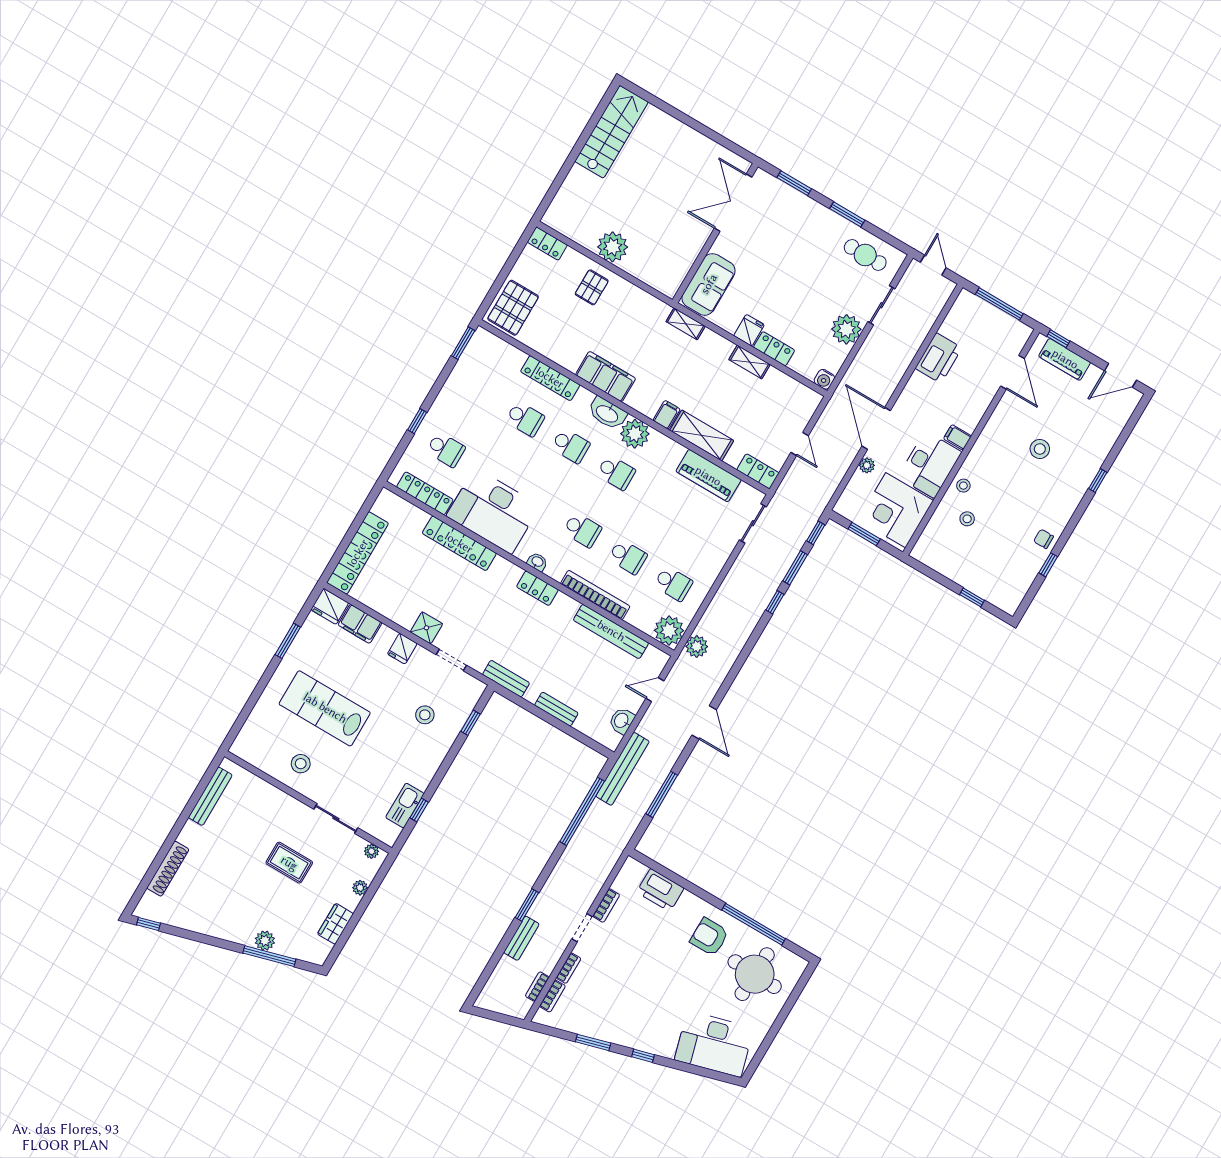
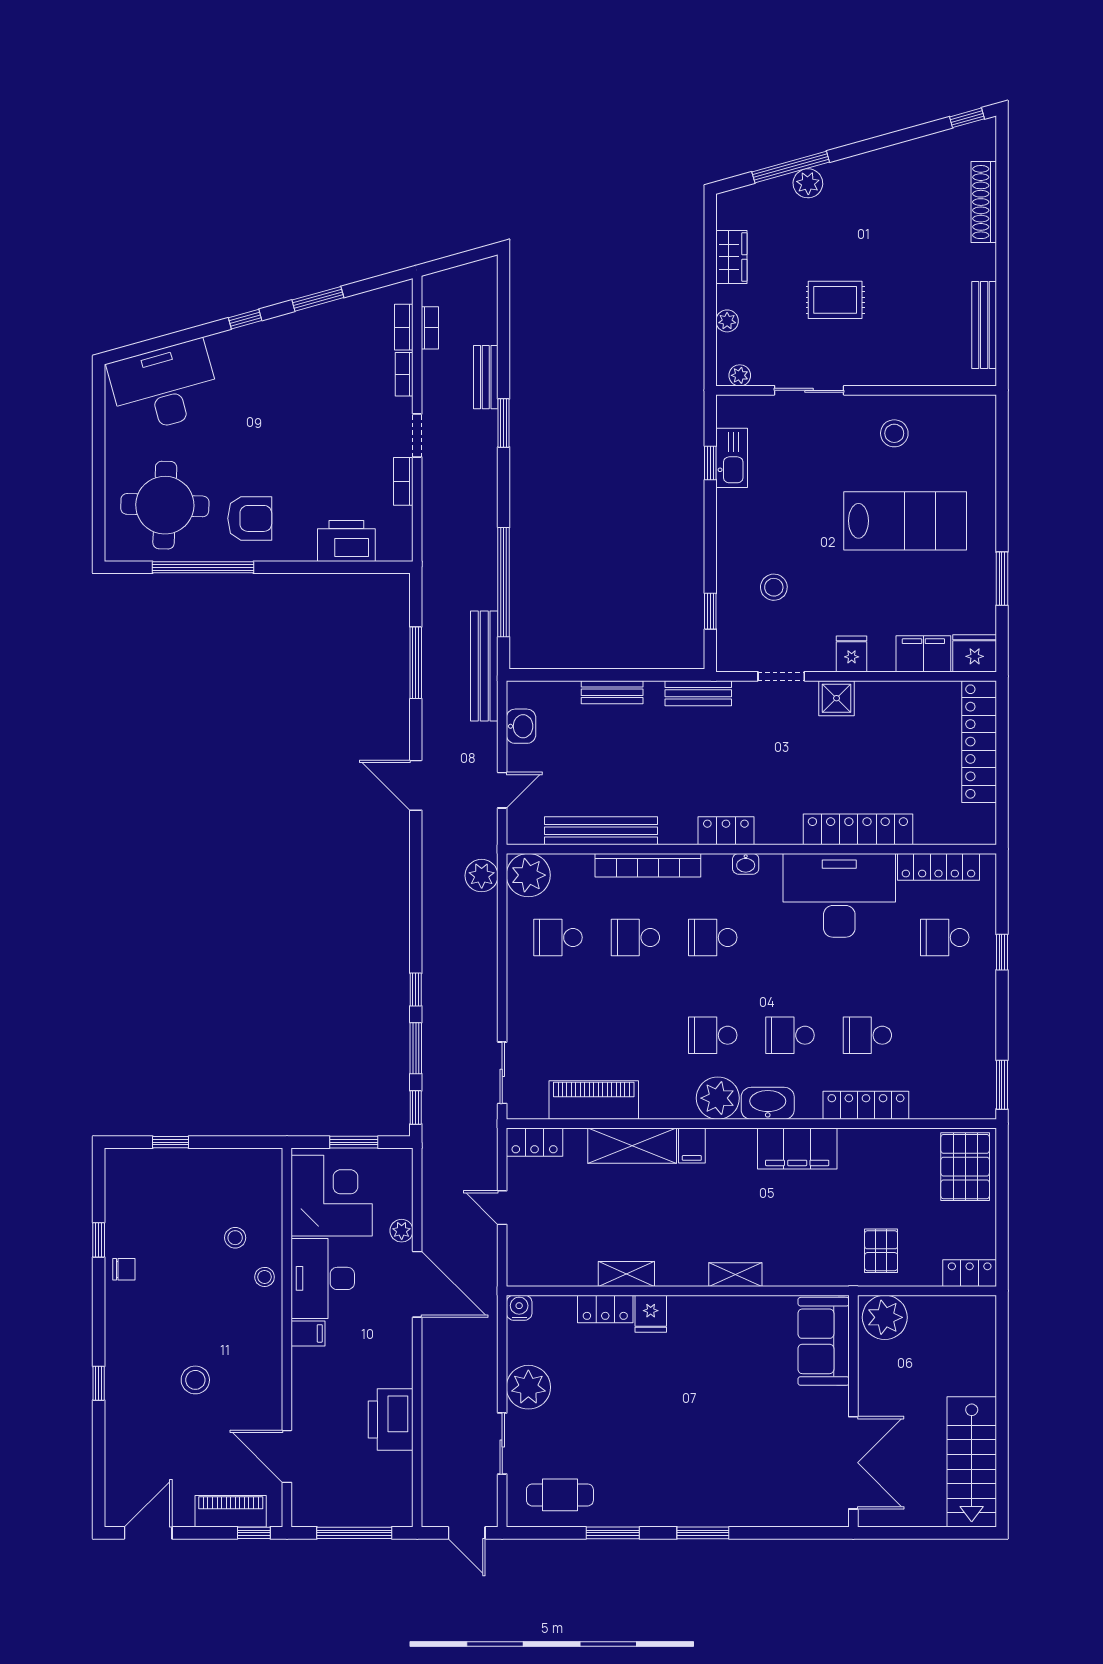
double door: (733, 203) -> (853, 1463), moved
wall: (715, 233) -> (853, 1411), moved
sofa: (709, 284) -> (824, 1341), moved

